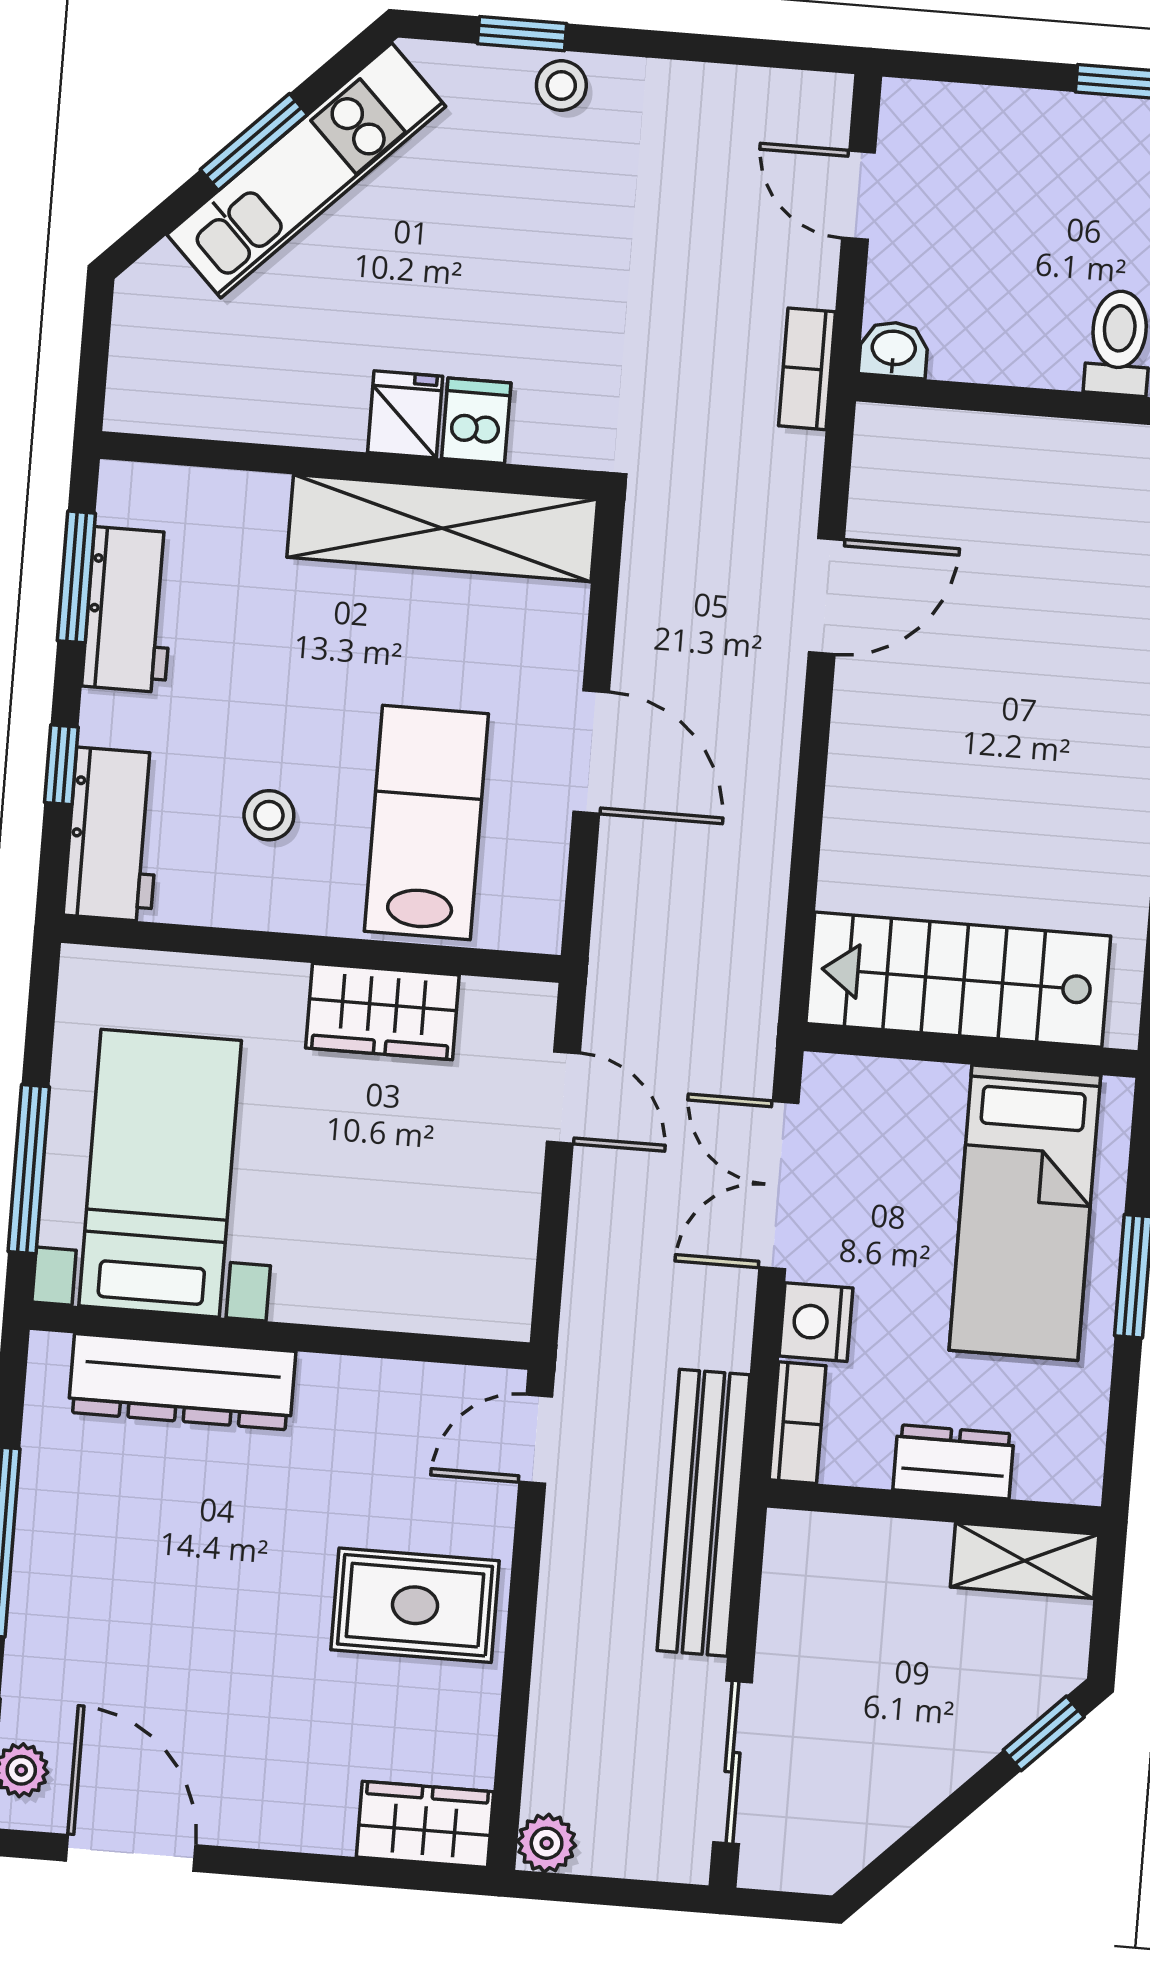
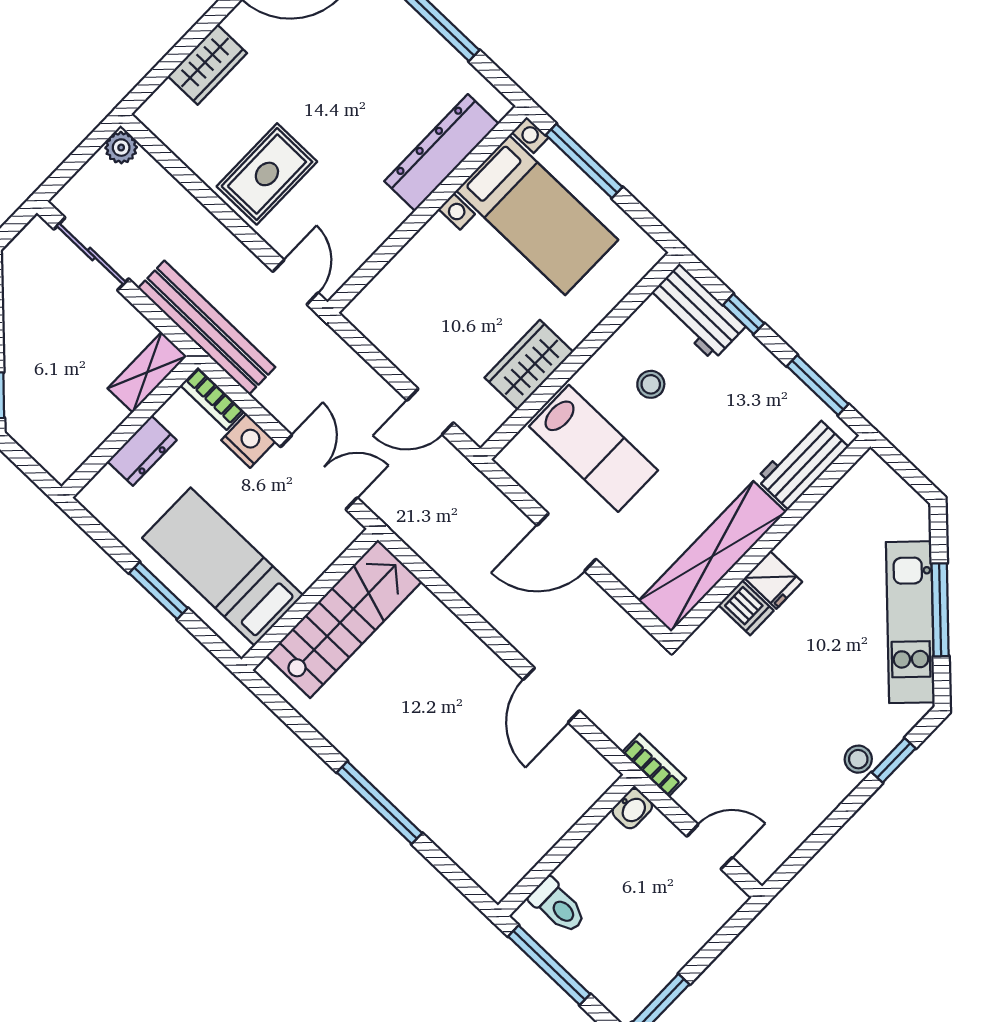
window: (254, 142) -> (940, 610), width x1.44
workbench: (129, 610) -> (802, 463), moved, turned 90
shelving: (1025, 1561) -> (147, 372), moved
wardrobe: (425, 1824) -> (207, 65), moved

